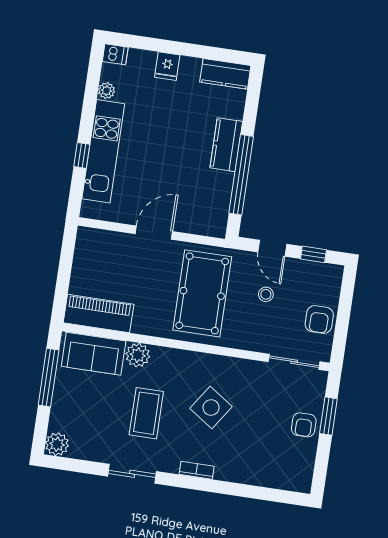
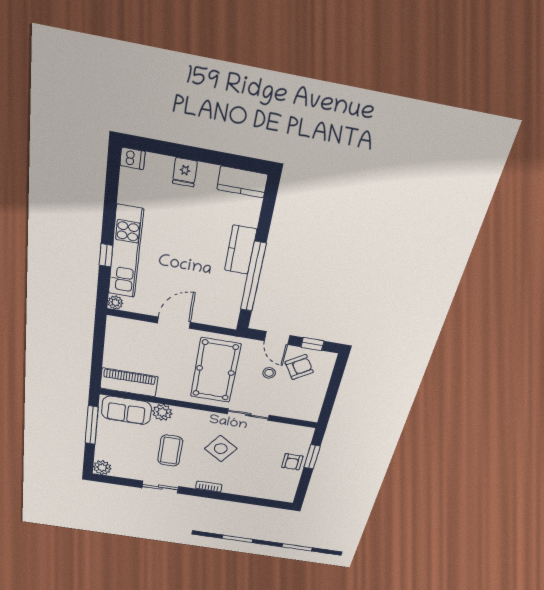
plant: (106, 91) -> (115, 302), moved
armchair: (319, 319) -> (299, 367), moved, turned -123
sliding door: (294, 362) -> (248, 415), moved

